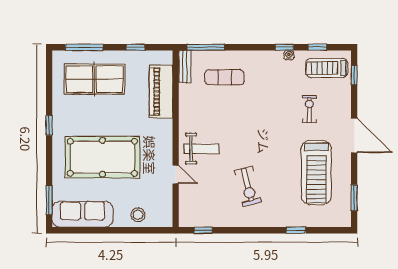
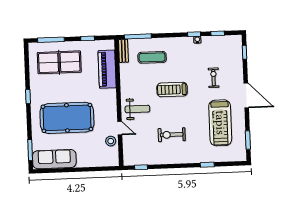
treadmill: (327, 68) -> (172, 90), moved
exercise bike: (248, 186) -> (172, 135), turned 104
stool: (138, 215) -> (111, 141), moved

